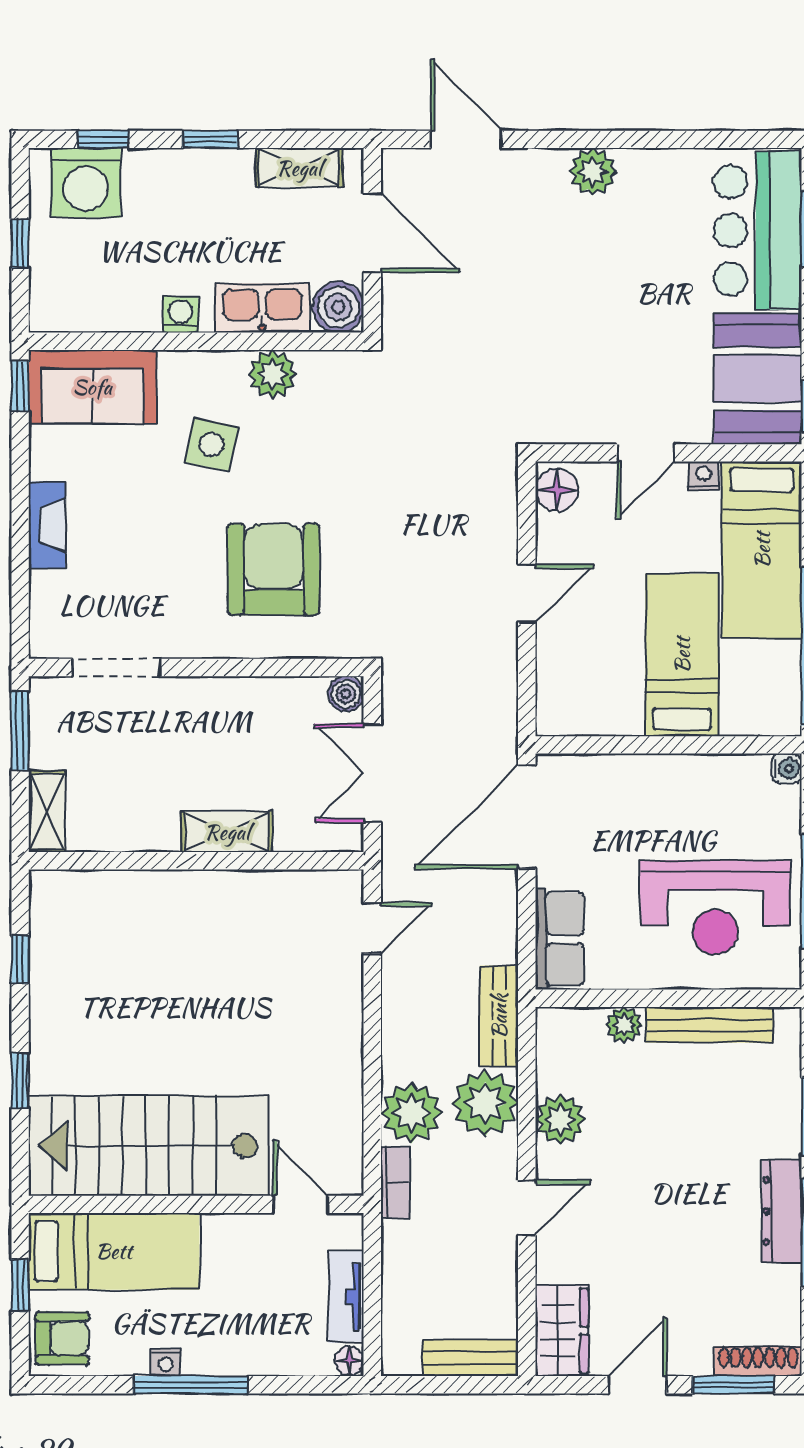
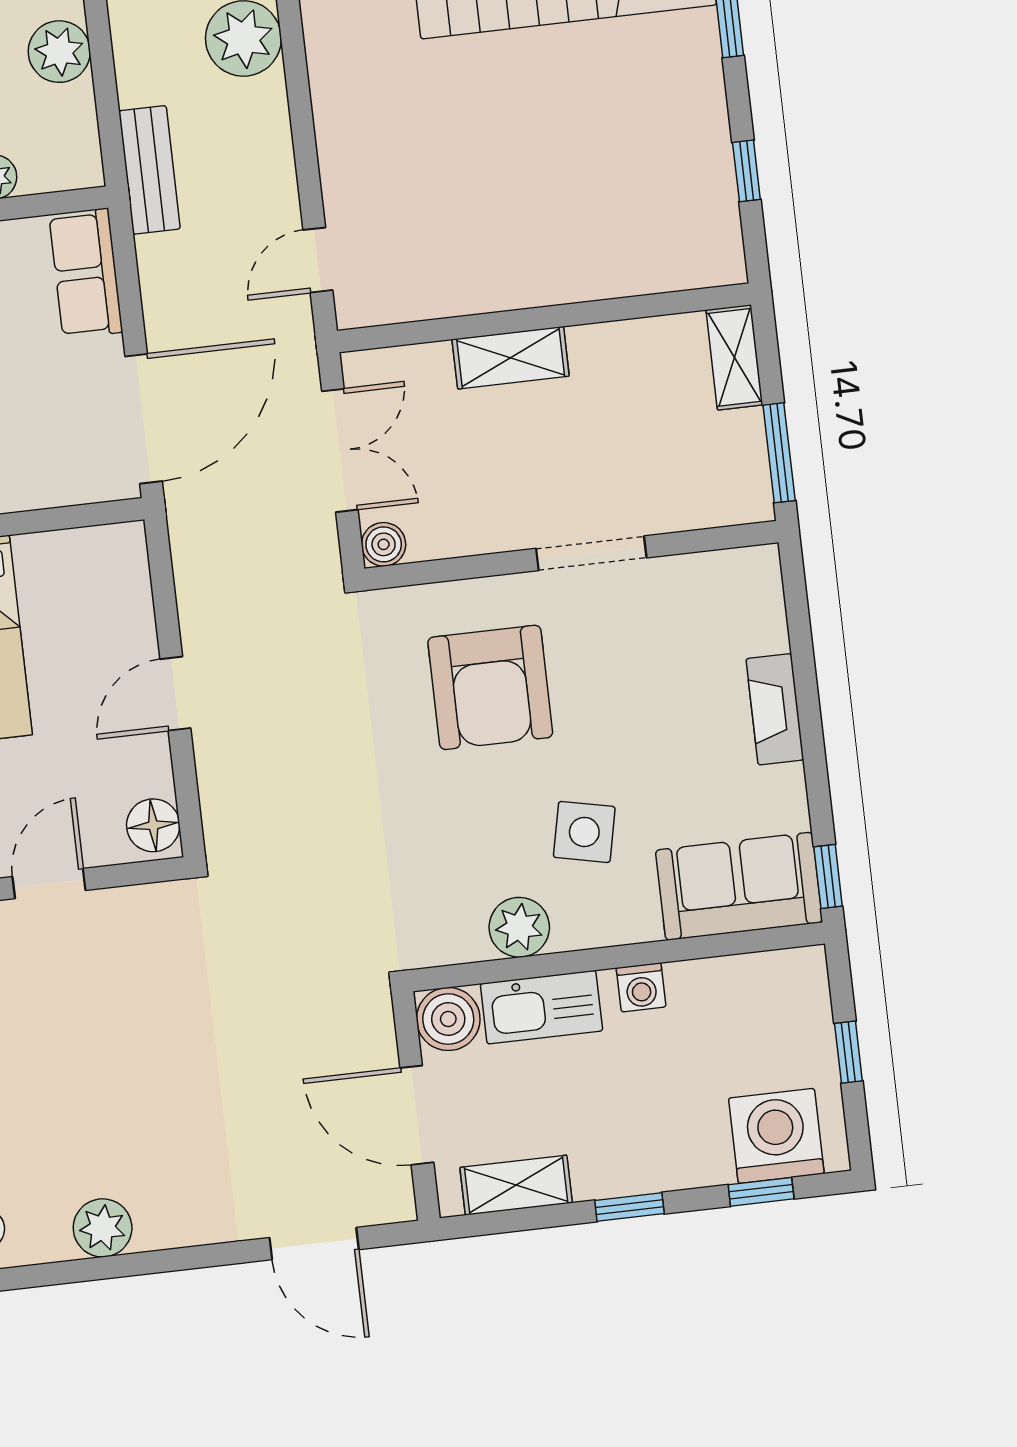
plant: (593, 172) -> (103, 1228), moved
doorway: (116, 668) -> (591, 553), moved
plant: (485, 1103) -> (154, 61), removed

